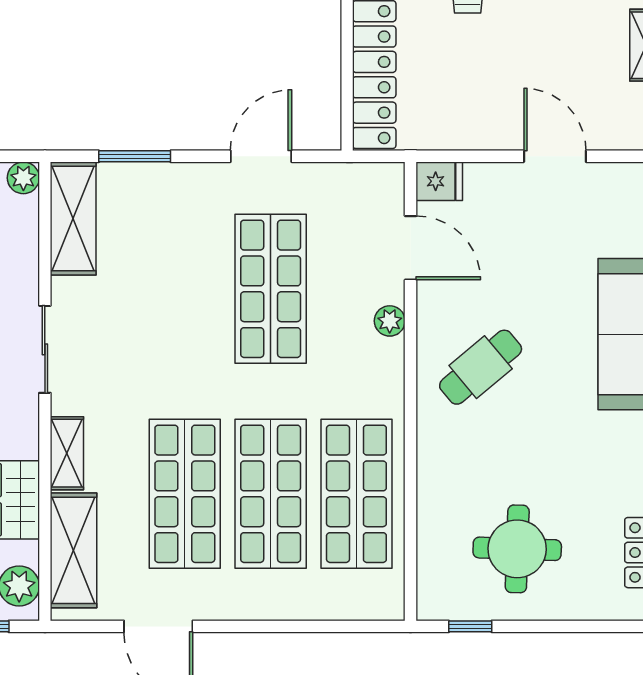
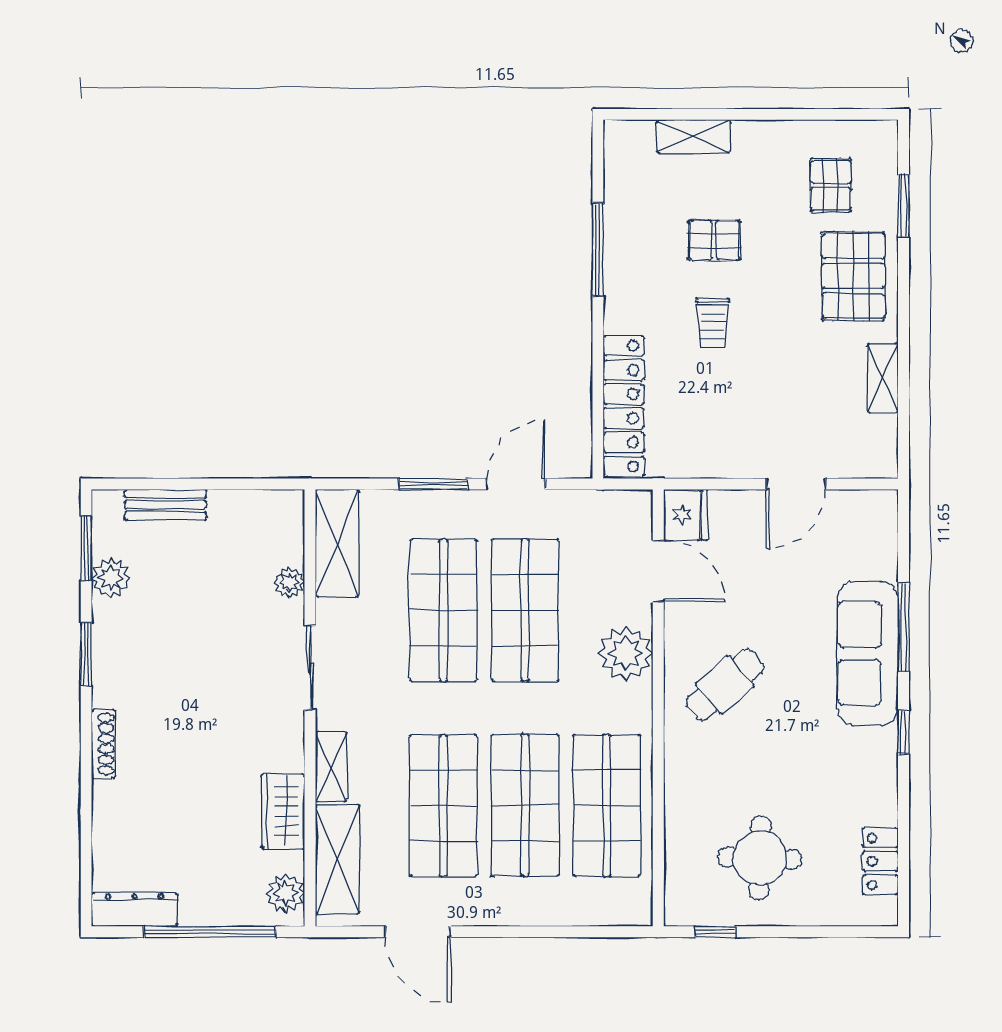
window: (135, 156) -> (434, 484), moved
door: (555, 156) -> (796, 484), swing flipped
plant: (23, 178) -> (289, 583), moved
fridge: (439, 181) -> (686, 515), width x1.38
shop shelf: (185, 289) -> (443, 610), added
plant: (390, 321) -> (626, 654), width x1.88, depth x1.88

